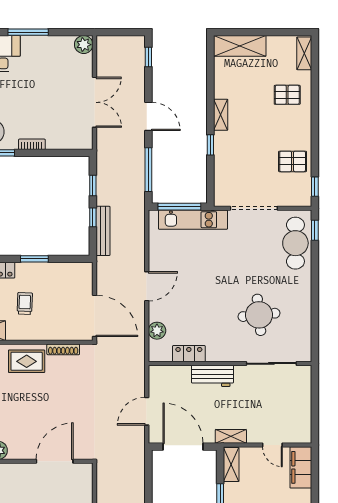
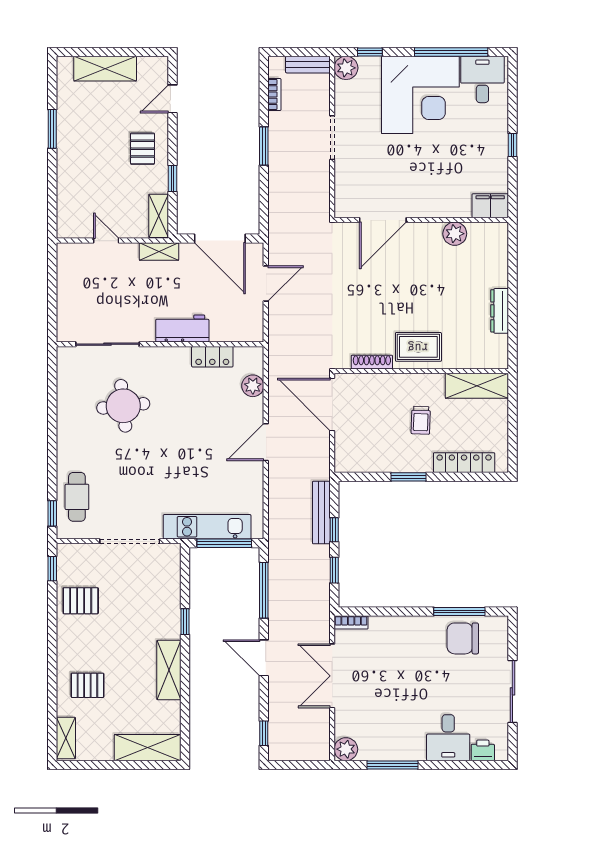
window: (28, 32) -> (393, 765), moved
shelving: (221, 115) -> (169, 670), width x1.50, depth x1.33
bookcase: (32, 144) -> (351, 622), moved
cafe table: (295, 243) -> (77, 497), width x0.73, depth x0.74
filing cabinet: (301, 467) -> (70, 212), removed

